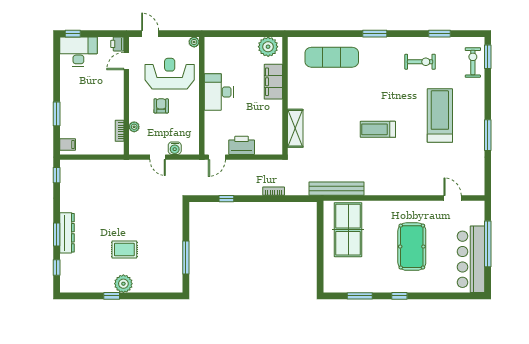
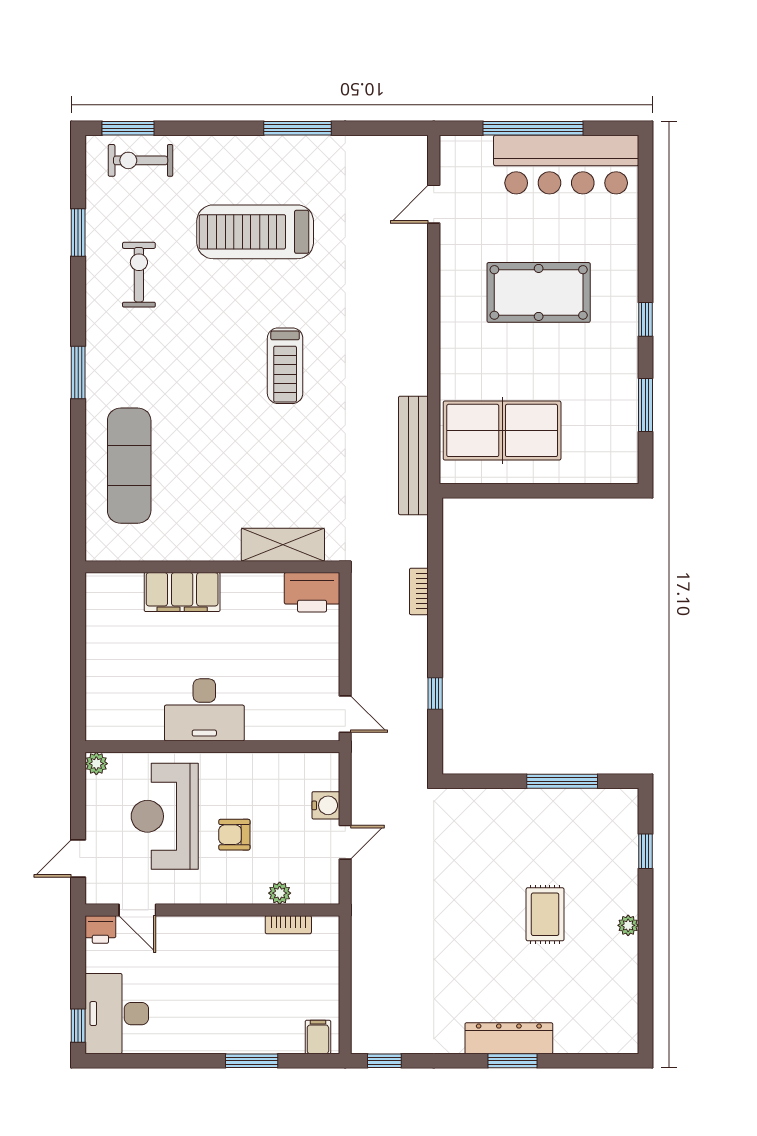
plant: (268, 47) -> (106, 603), removed
printer: (242, 145) -> (312, 592), moved, turned -90
window: (57, 267) -> (584, 1061), removed
plant: (123, 284) -> (628, 925), width x0.53, depth x0.53
window: (112, 296) -> (645, 851), moved

